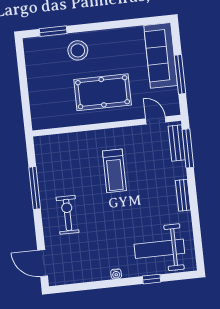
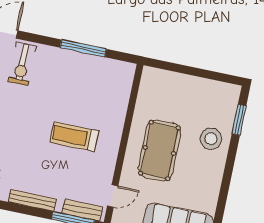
bench: (183, 195) -> (32, 200), width x1.36
exercise bike: (68, 215) -> (22, 64), moved, turned 90

